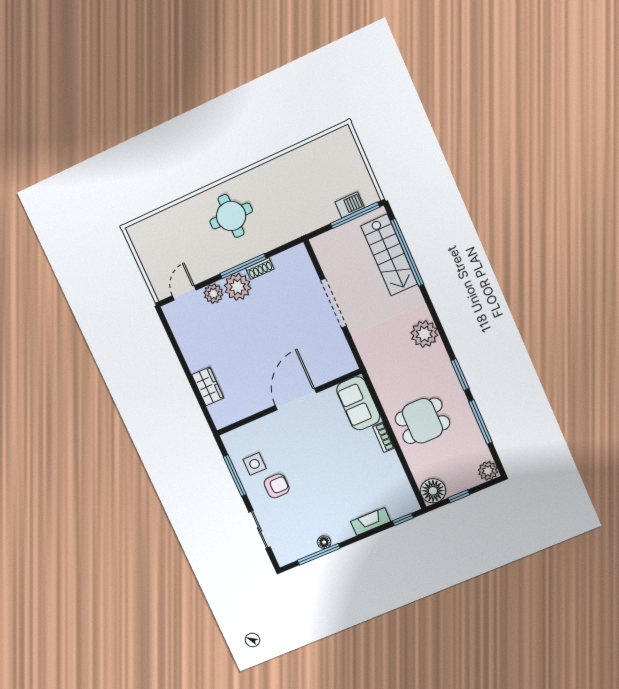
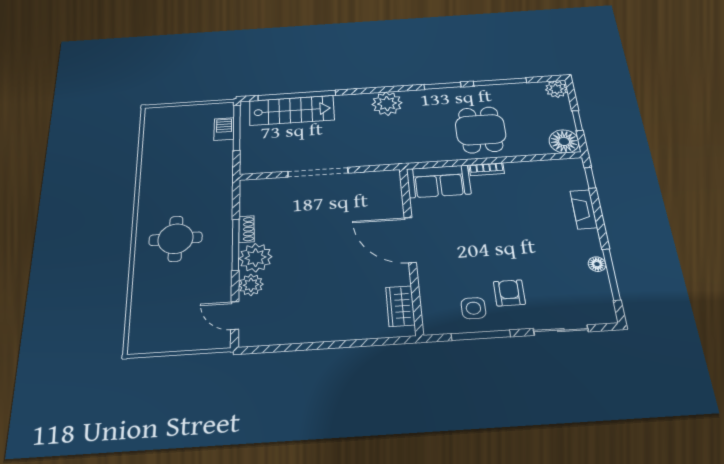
wardrobe: (208, 386) -> (400, 306), moved, turned -90

